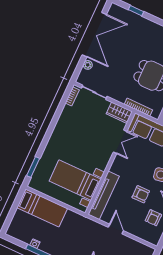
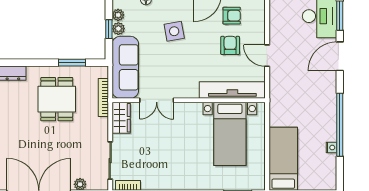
double door: (120, 142) -> (157, 100), swing flipped
armchair: (141, 194) -> (230, 45), moved
door: (116, 229) -> (267, 56), hinge flipped

